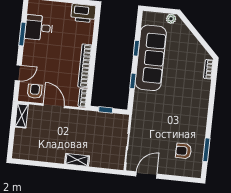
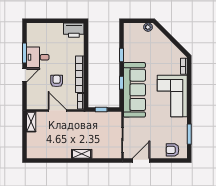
desk: (39, 28) -> (38, 57), moved
sofa: (151, 58) -> (134, 90), moved
door: (18, 73) -> (24, 75), moved
armchair: (35, 91) -> (57, 81), moved
corner sofa: (191, 103) -> (172, 96), added
armchair: (184, 151) -> (172, 150), moved

